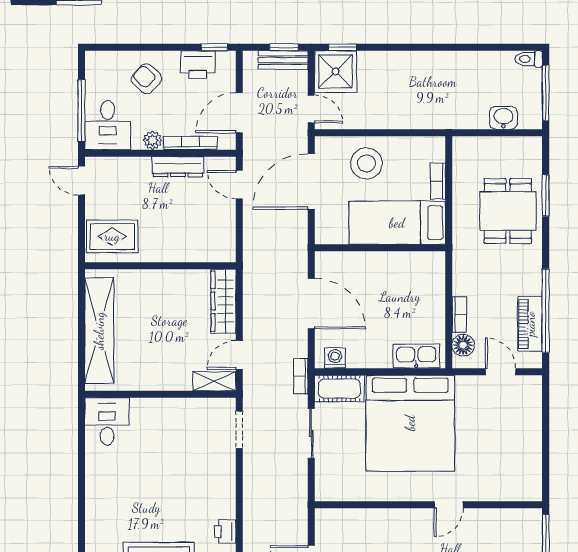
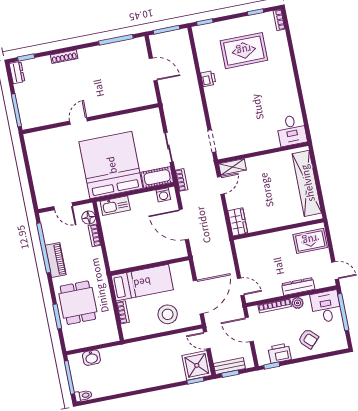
door: (239, 113) -> (249, 329), swing flipped
dresser: (178, 167) -> (298, 286), moved
wardrobe: (223, 301) -> (238, 222), width x0.67
piano: (530, 324) -> (56, 260), moved

